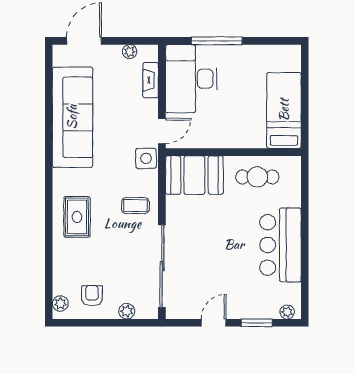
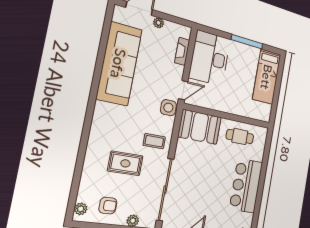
window: (217, 41) -> (247, 42), moved
plant: (130, 52) -> (159, 23), moved
bed: (284, 110) -> (267, 77), moved, turned 180
rug: (77, 217) -> (125, 163), moved, turned 90
armchair: (92, 296) -> (108, 206), turned 90

